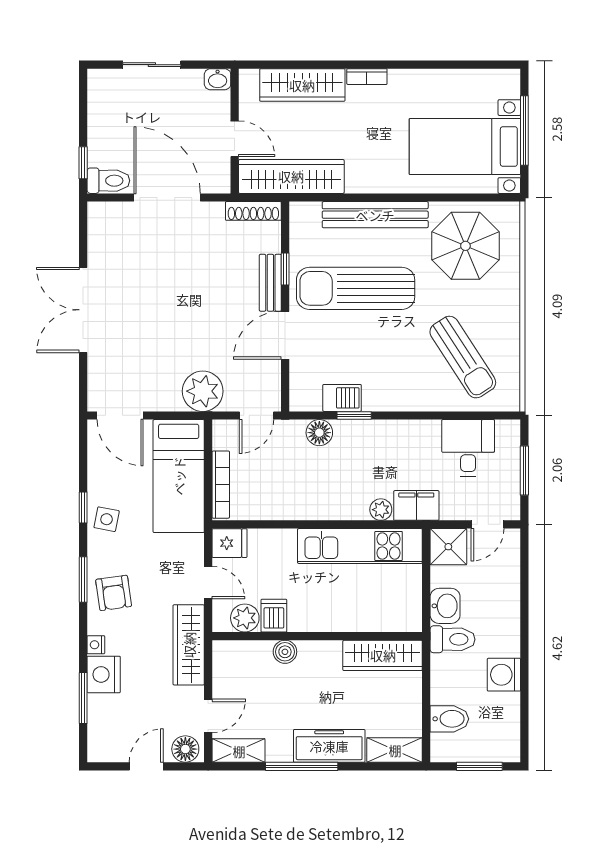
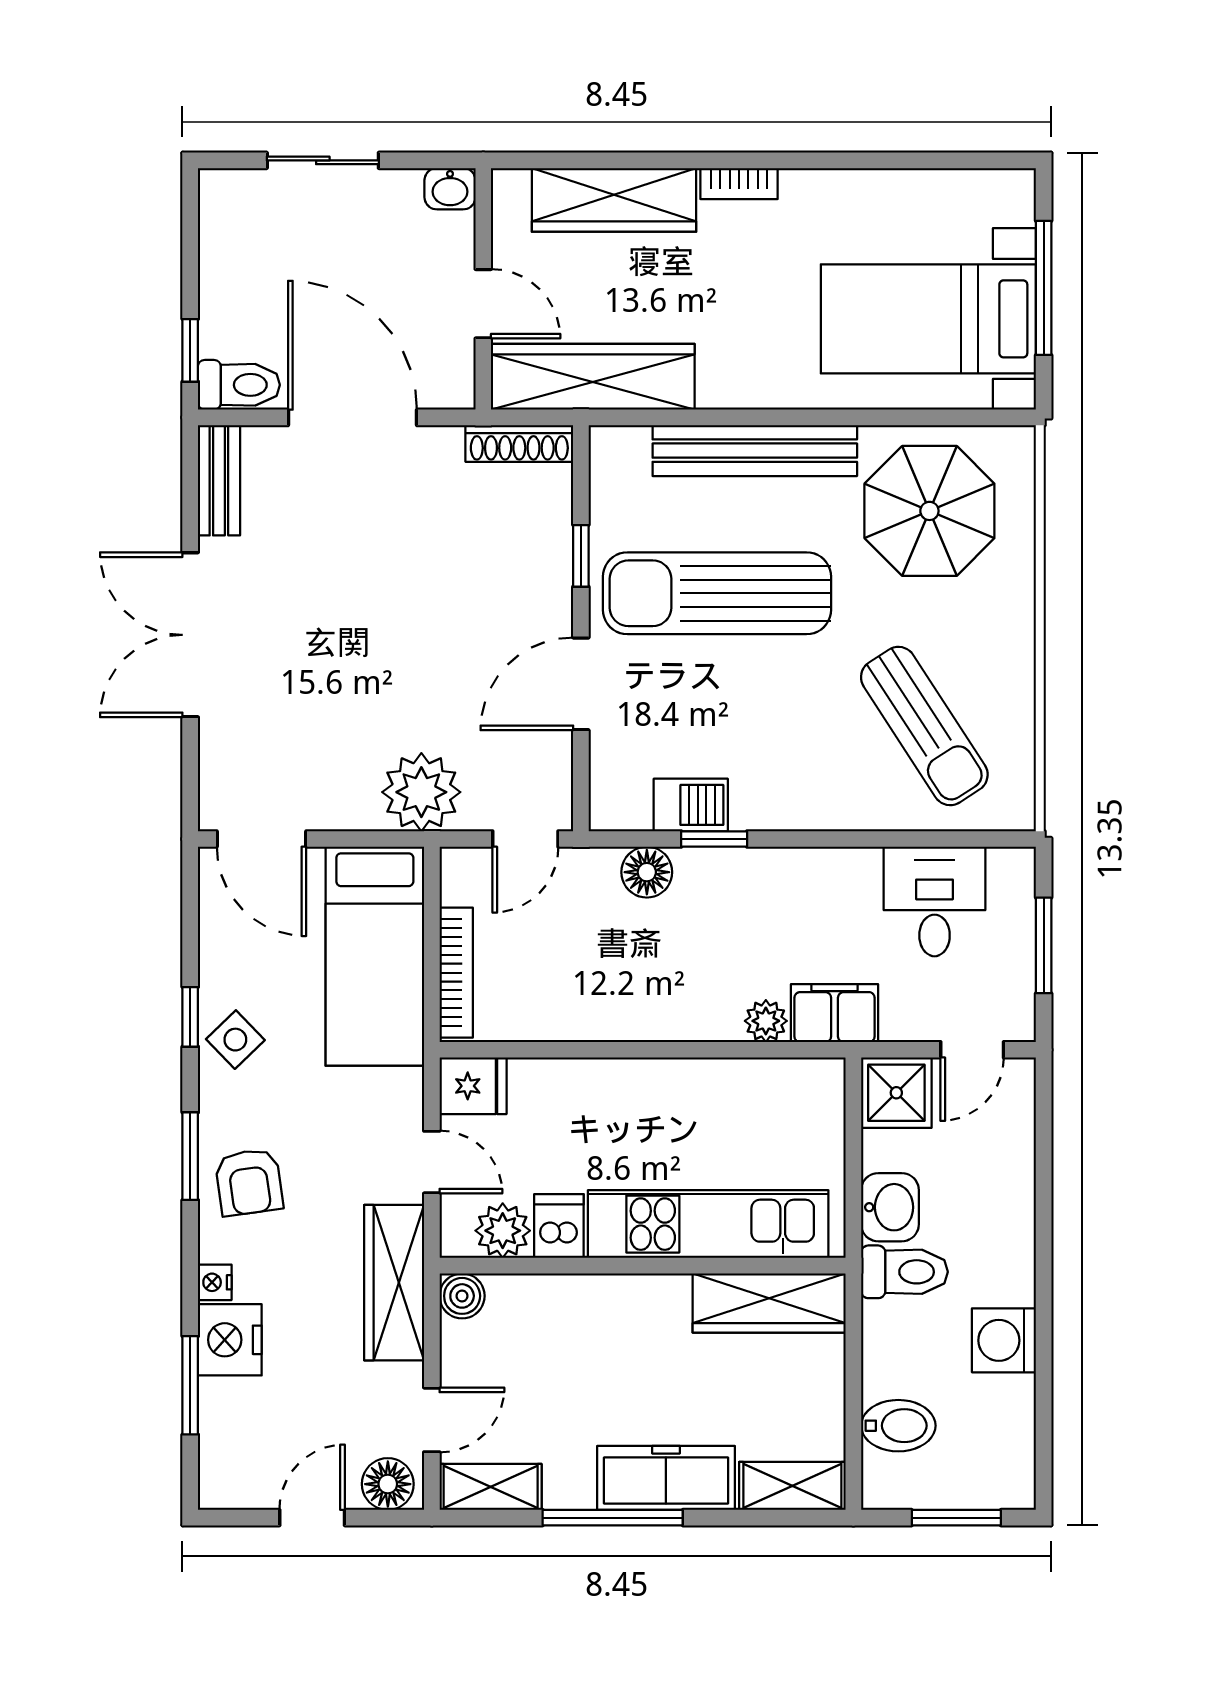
bench: (270, 283) -> (219, 480), moved
side table: (107, 519) -> (235, 1040), turned 35
kitchen unit: (360, 546) -> (708, 1224), moved, turned 180
boiler: (285, 652) -> (462, 1296), moved

